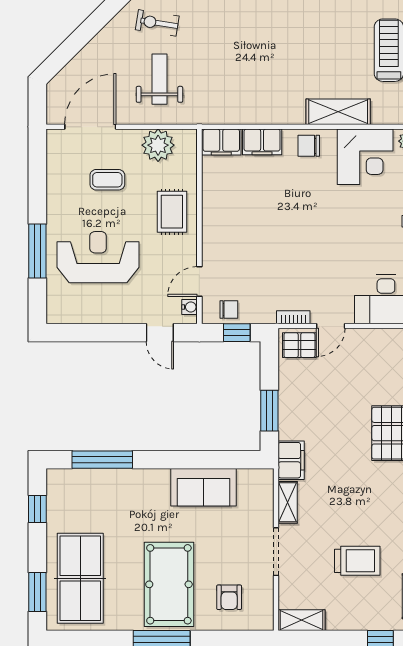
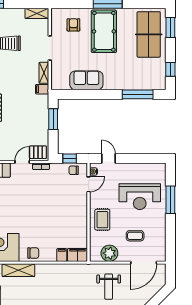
filing cabinet: (262, 142) -> (62, 255), width x0.50
filing cabinet: (291, 460) -> (42, 89), width x0.50

